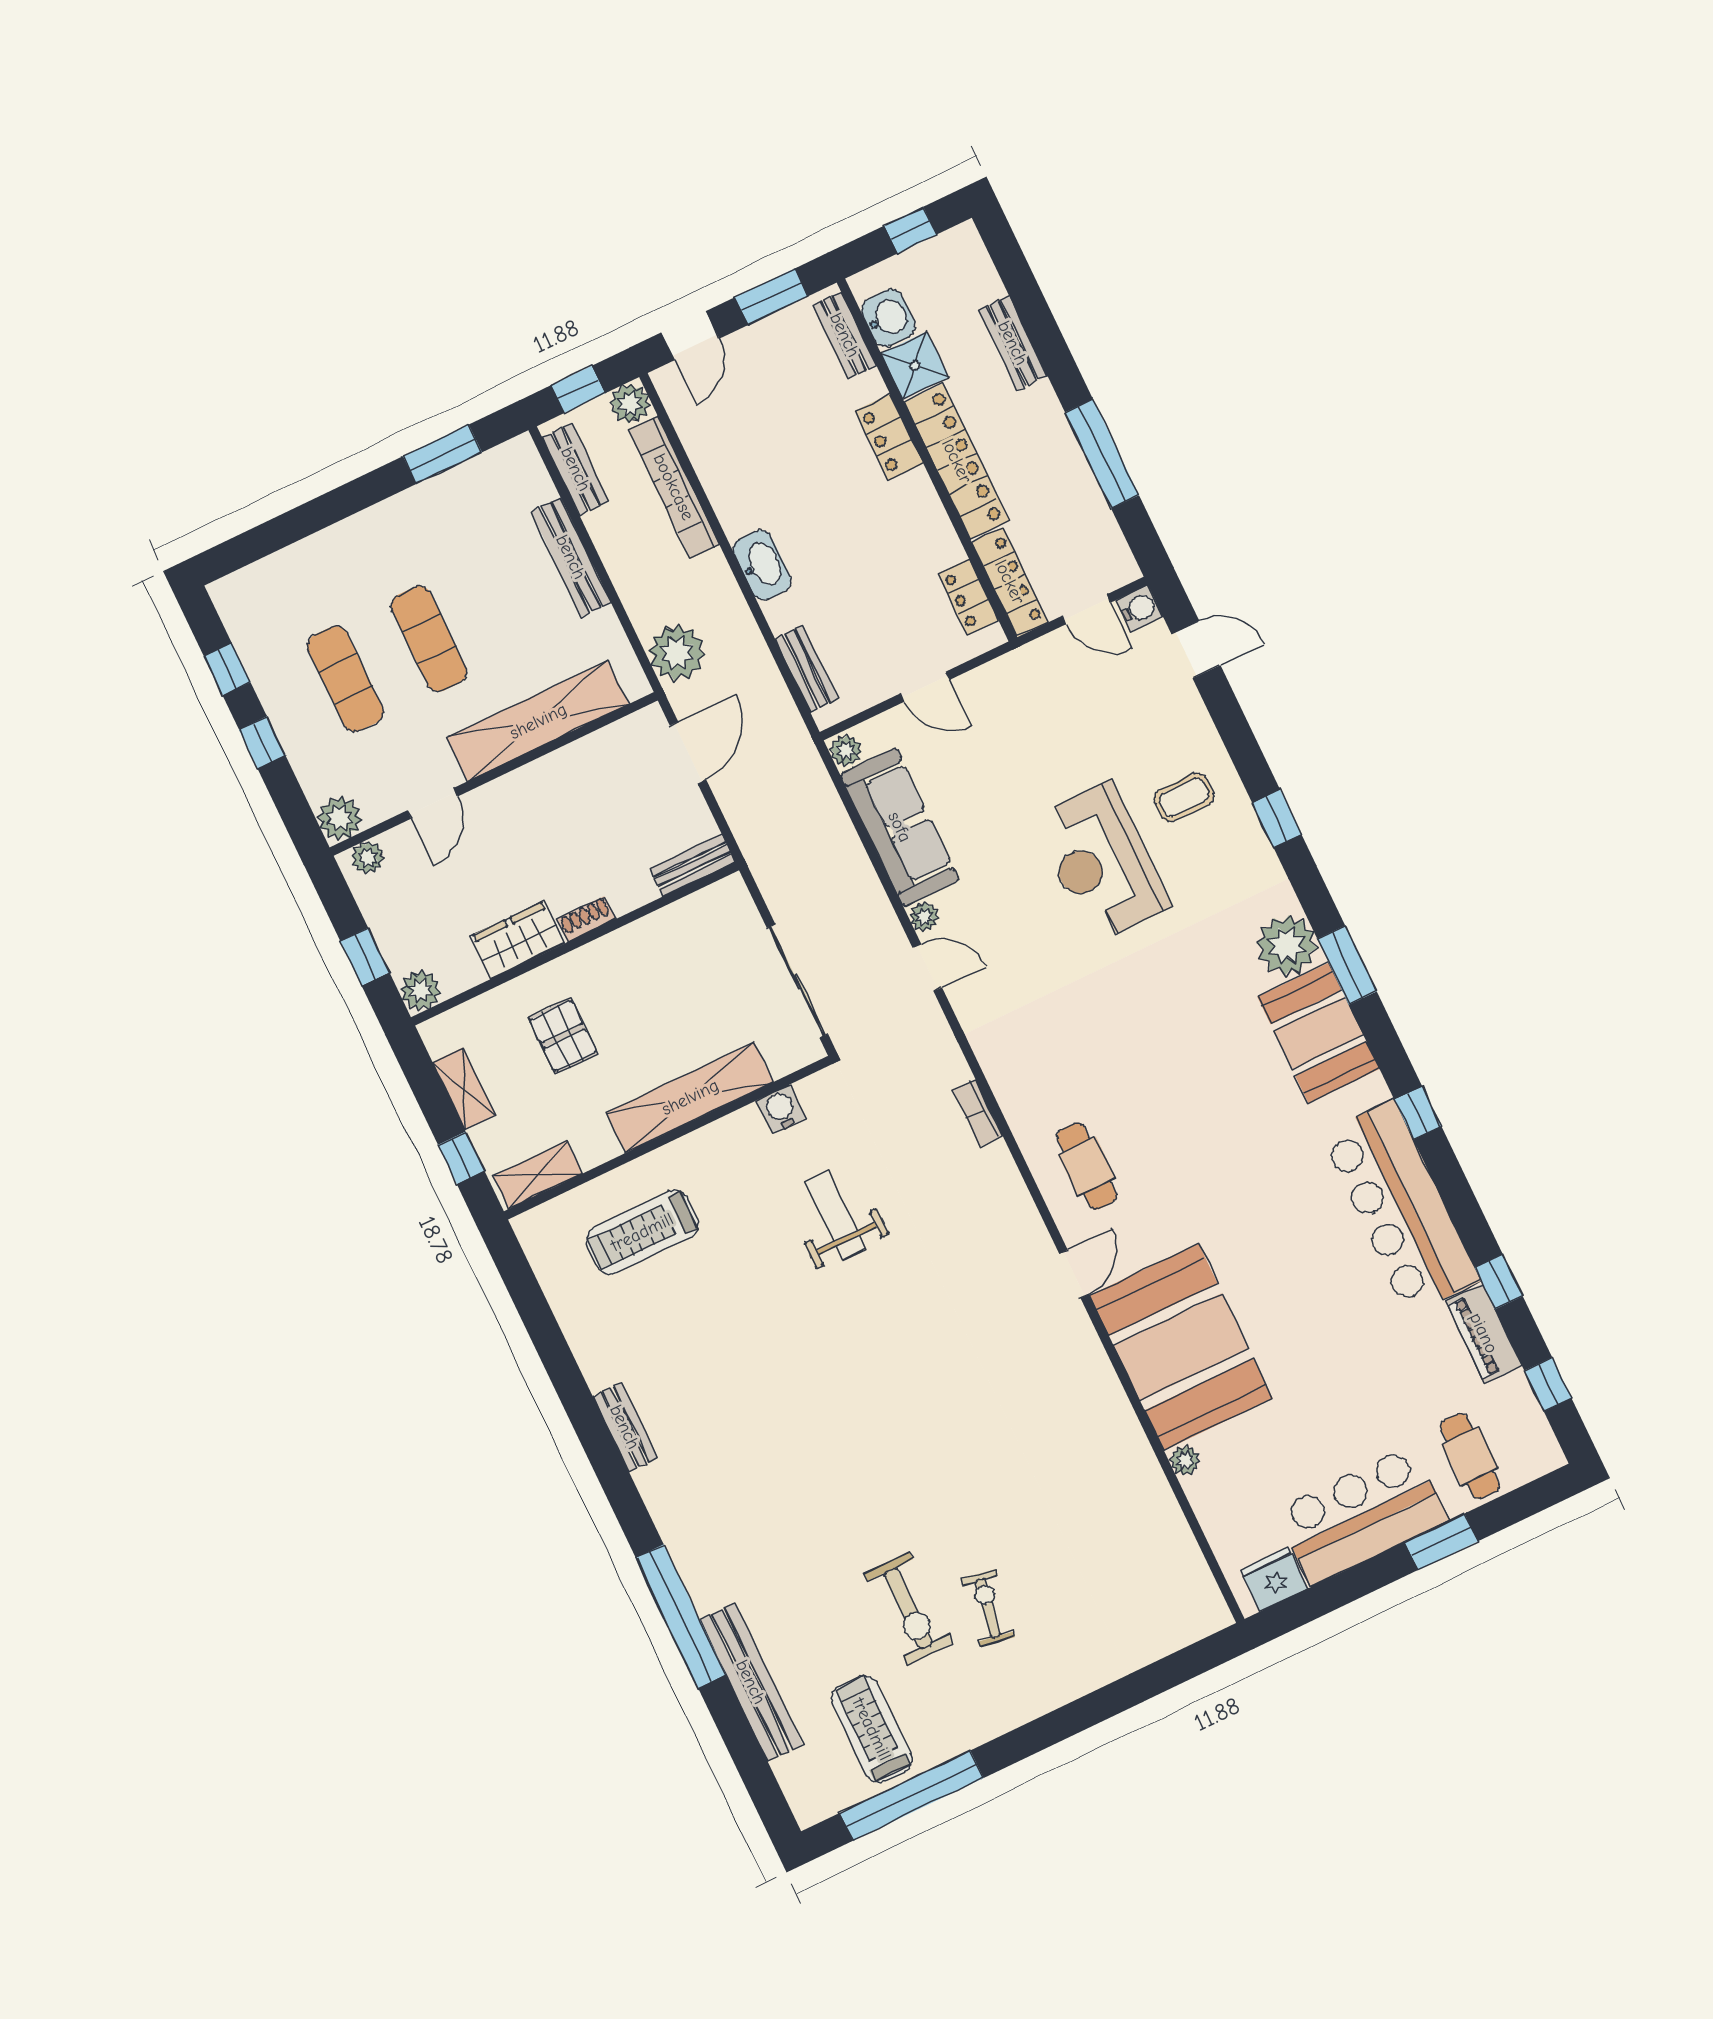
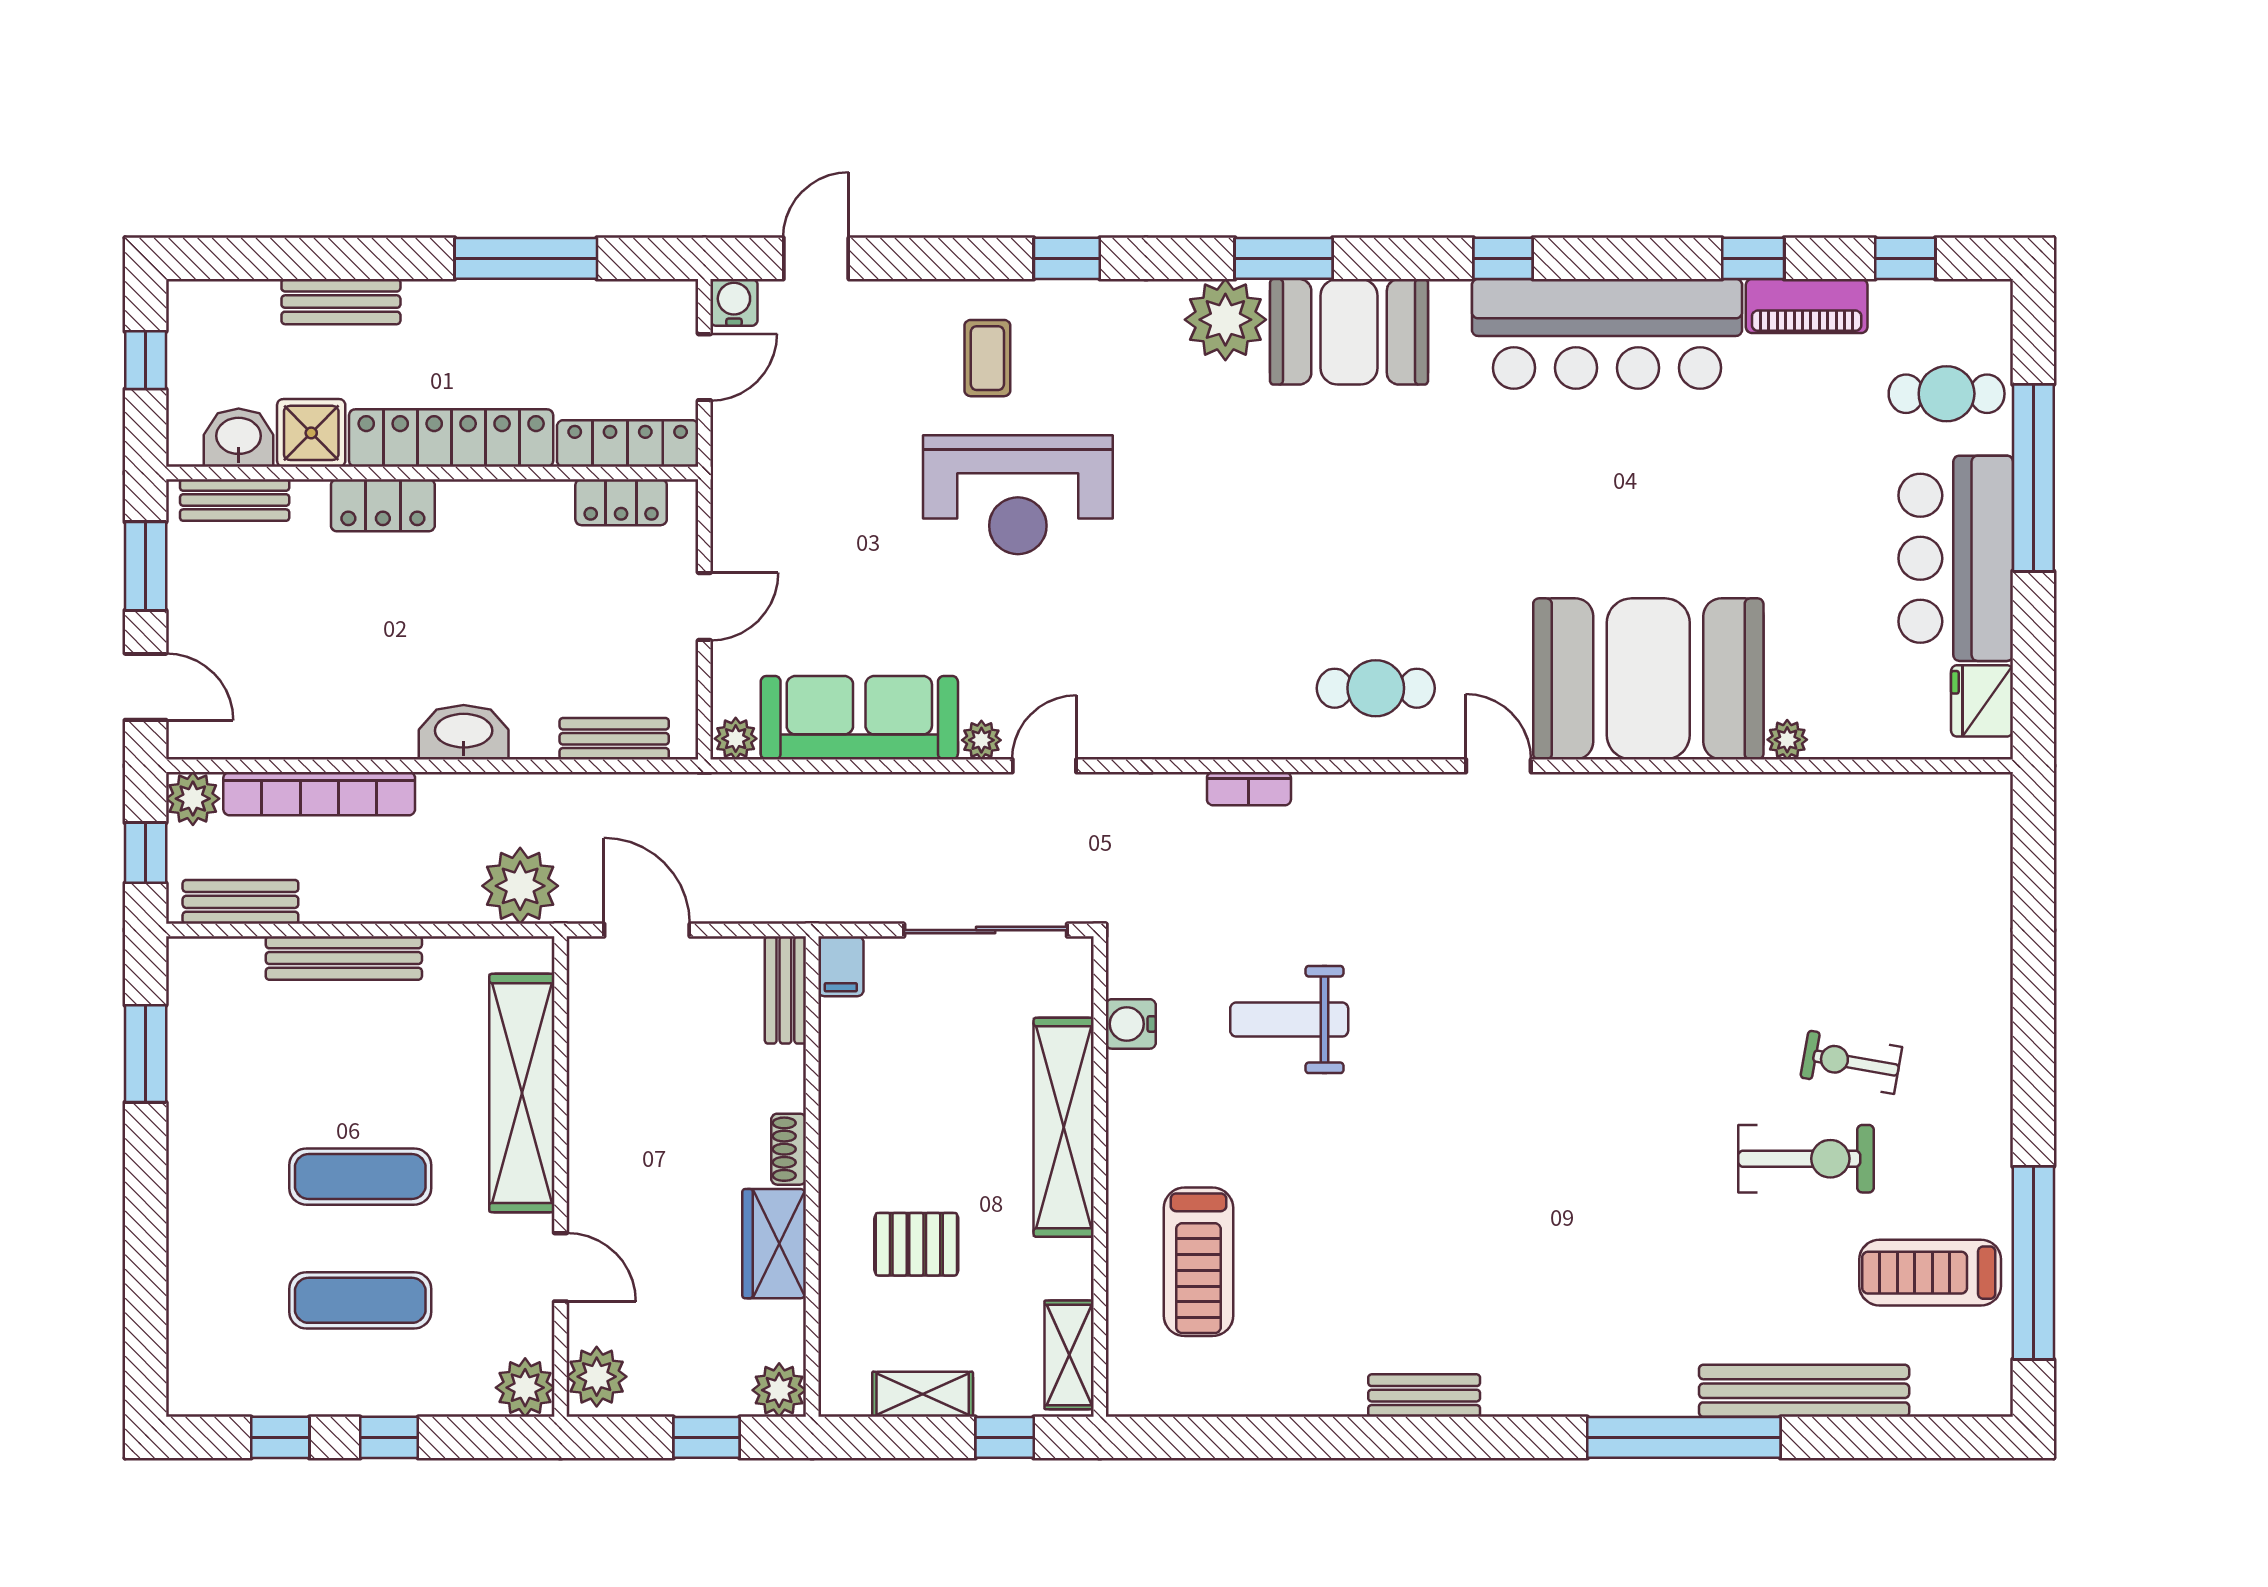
plant: (368, 858) -> (597, 1377), width x1.38, depth x1.38
filing cabinet: (726, 895) -> (841, 966), added
window: (1441, 1542) -> (2033, 478), width x2.11

